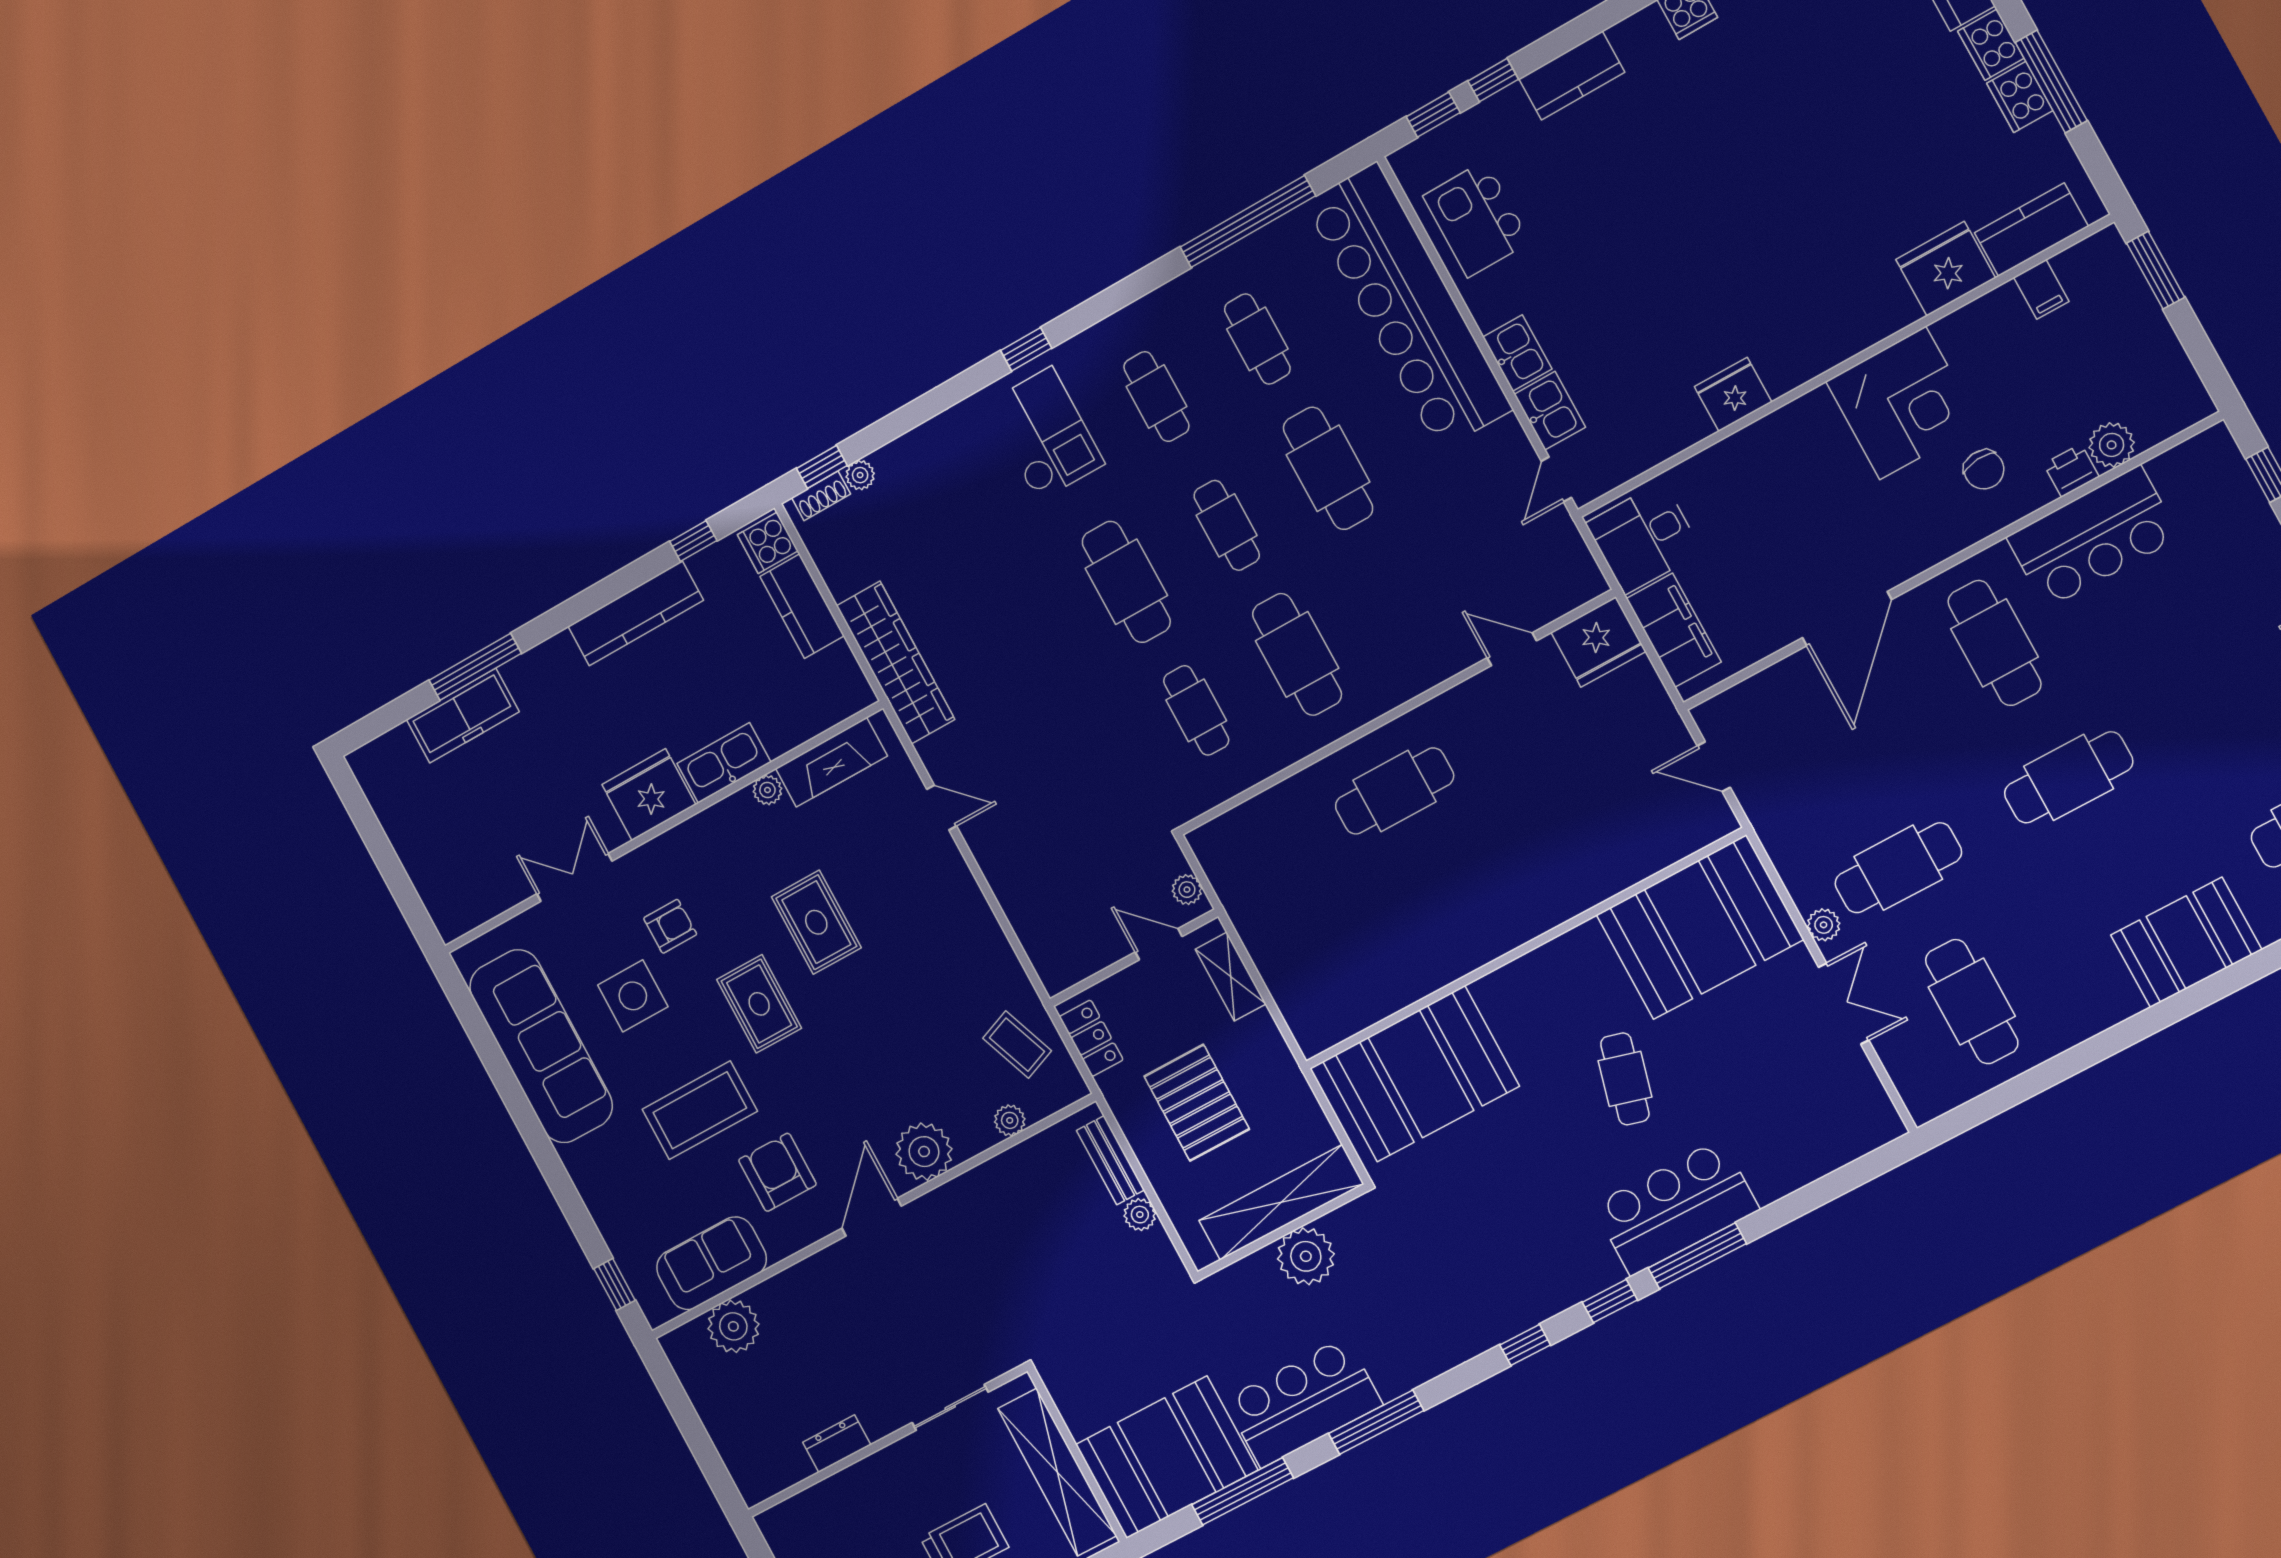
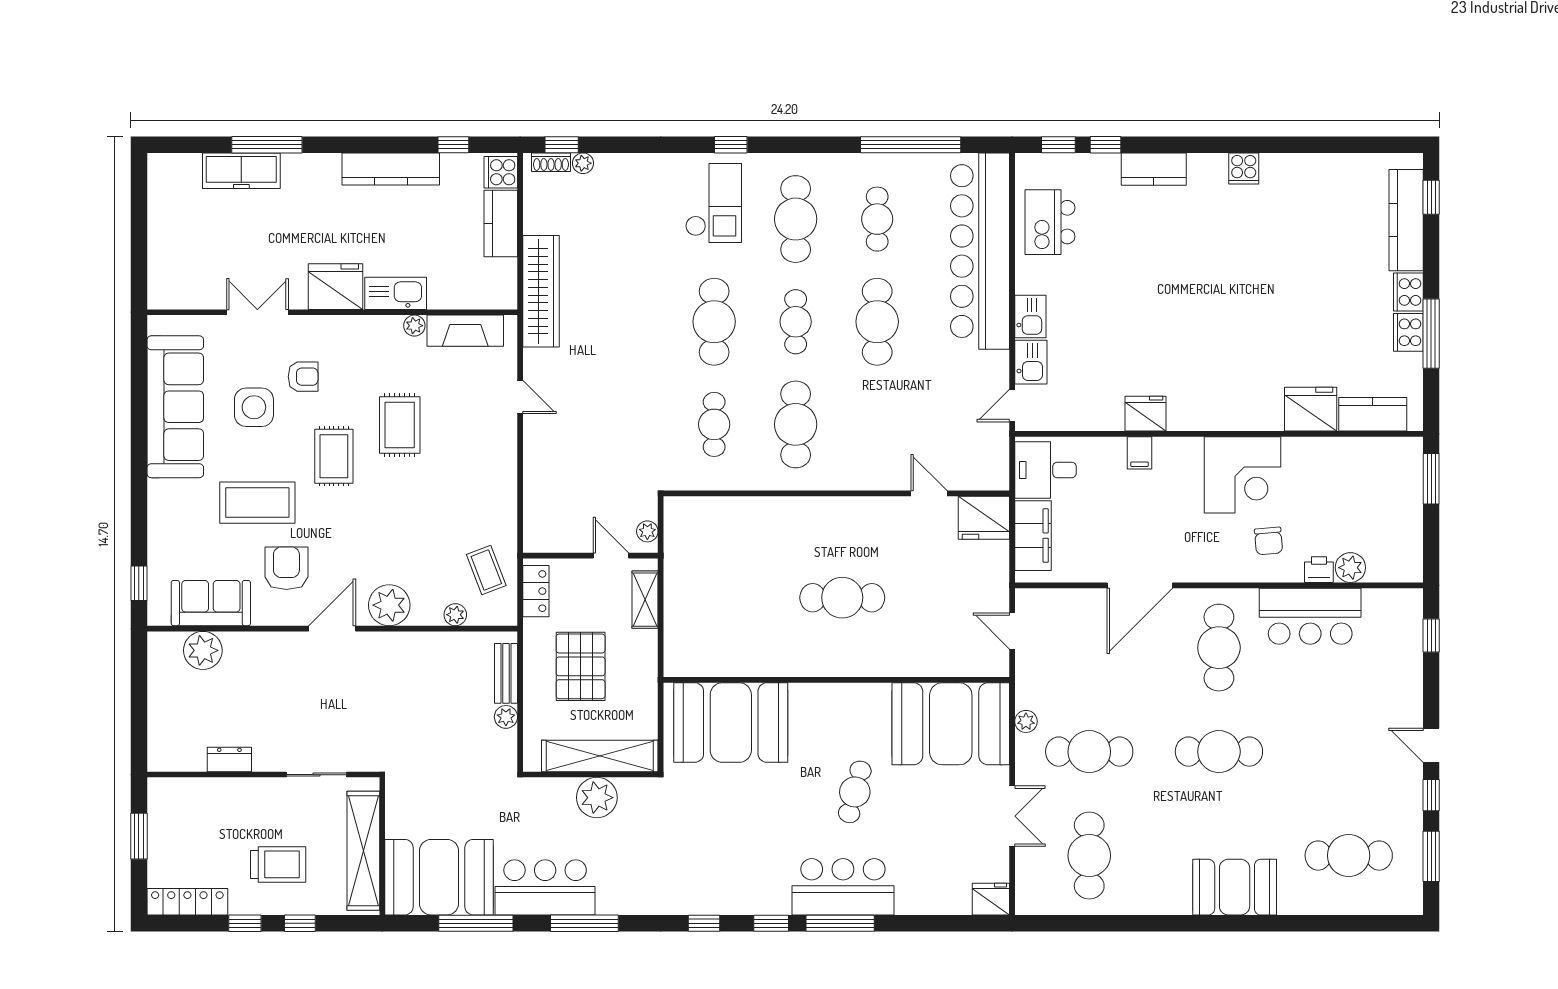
filing cabinet: (2041, 289) -> (1139, 453), moved
cafe table: (1156, 397) -> (796, 219), width x1.37, depth x1.35
cafe table: (1395, 791) -> (842, 598), moved
plant: (1824, 925) -> (1026, 721), moved
fridge: (1874, 1124) -> (991, 899), added

